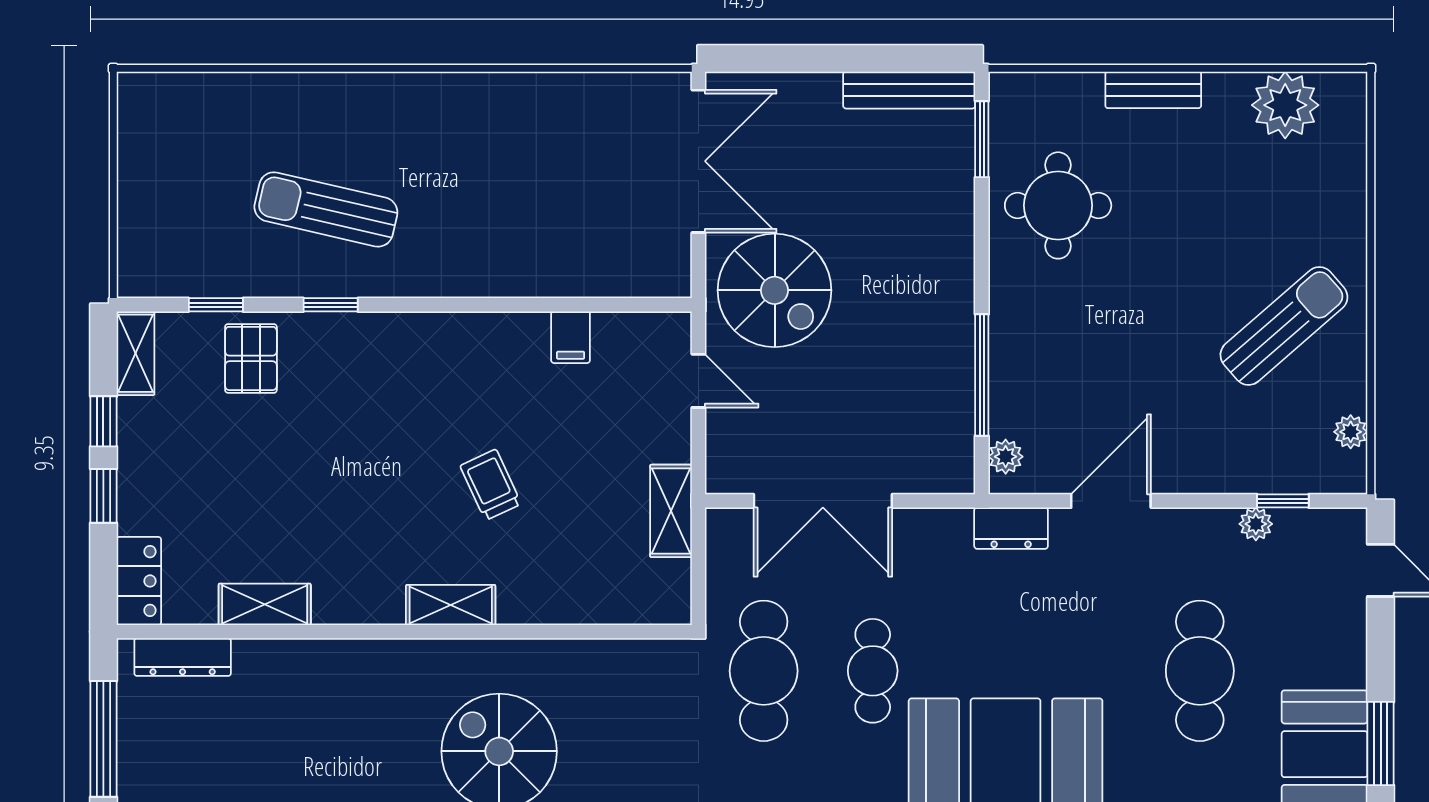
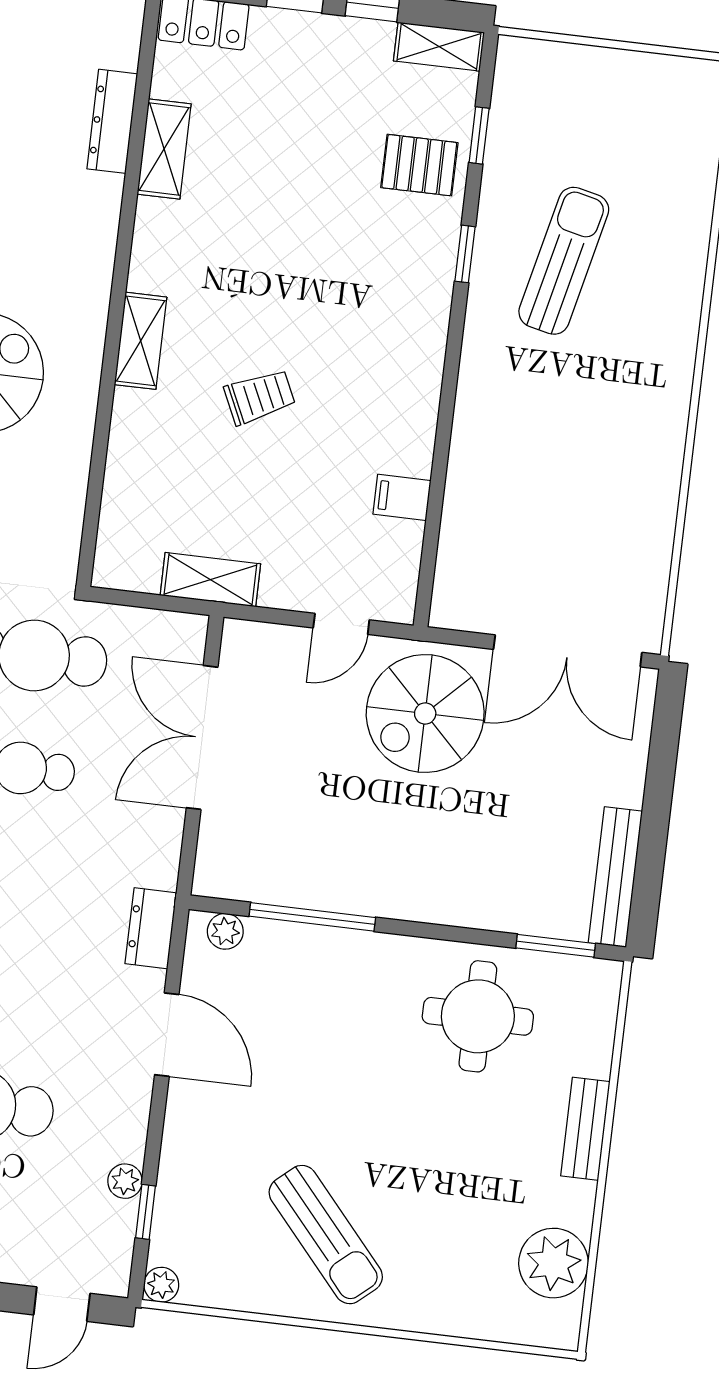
plant: (1351, 432) -> (161, 1285), moved
dresser: (183, 657) -> (112, 121), moved

